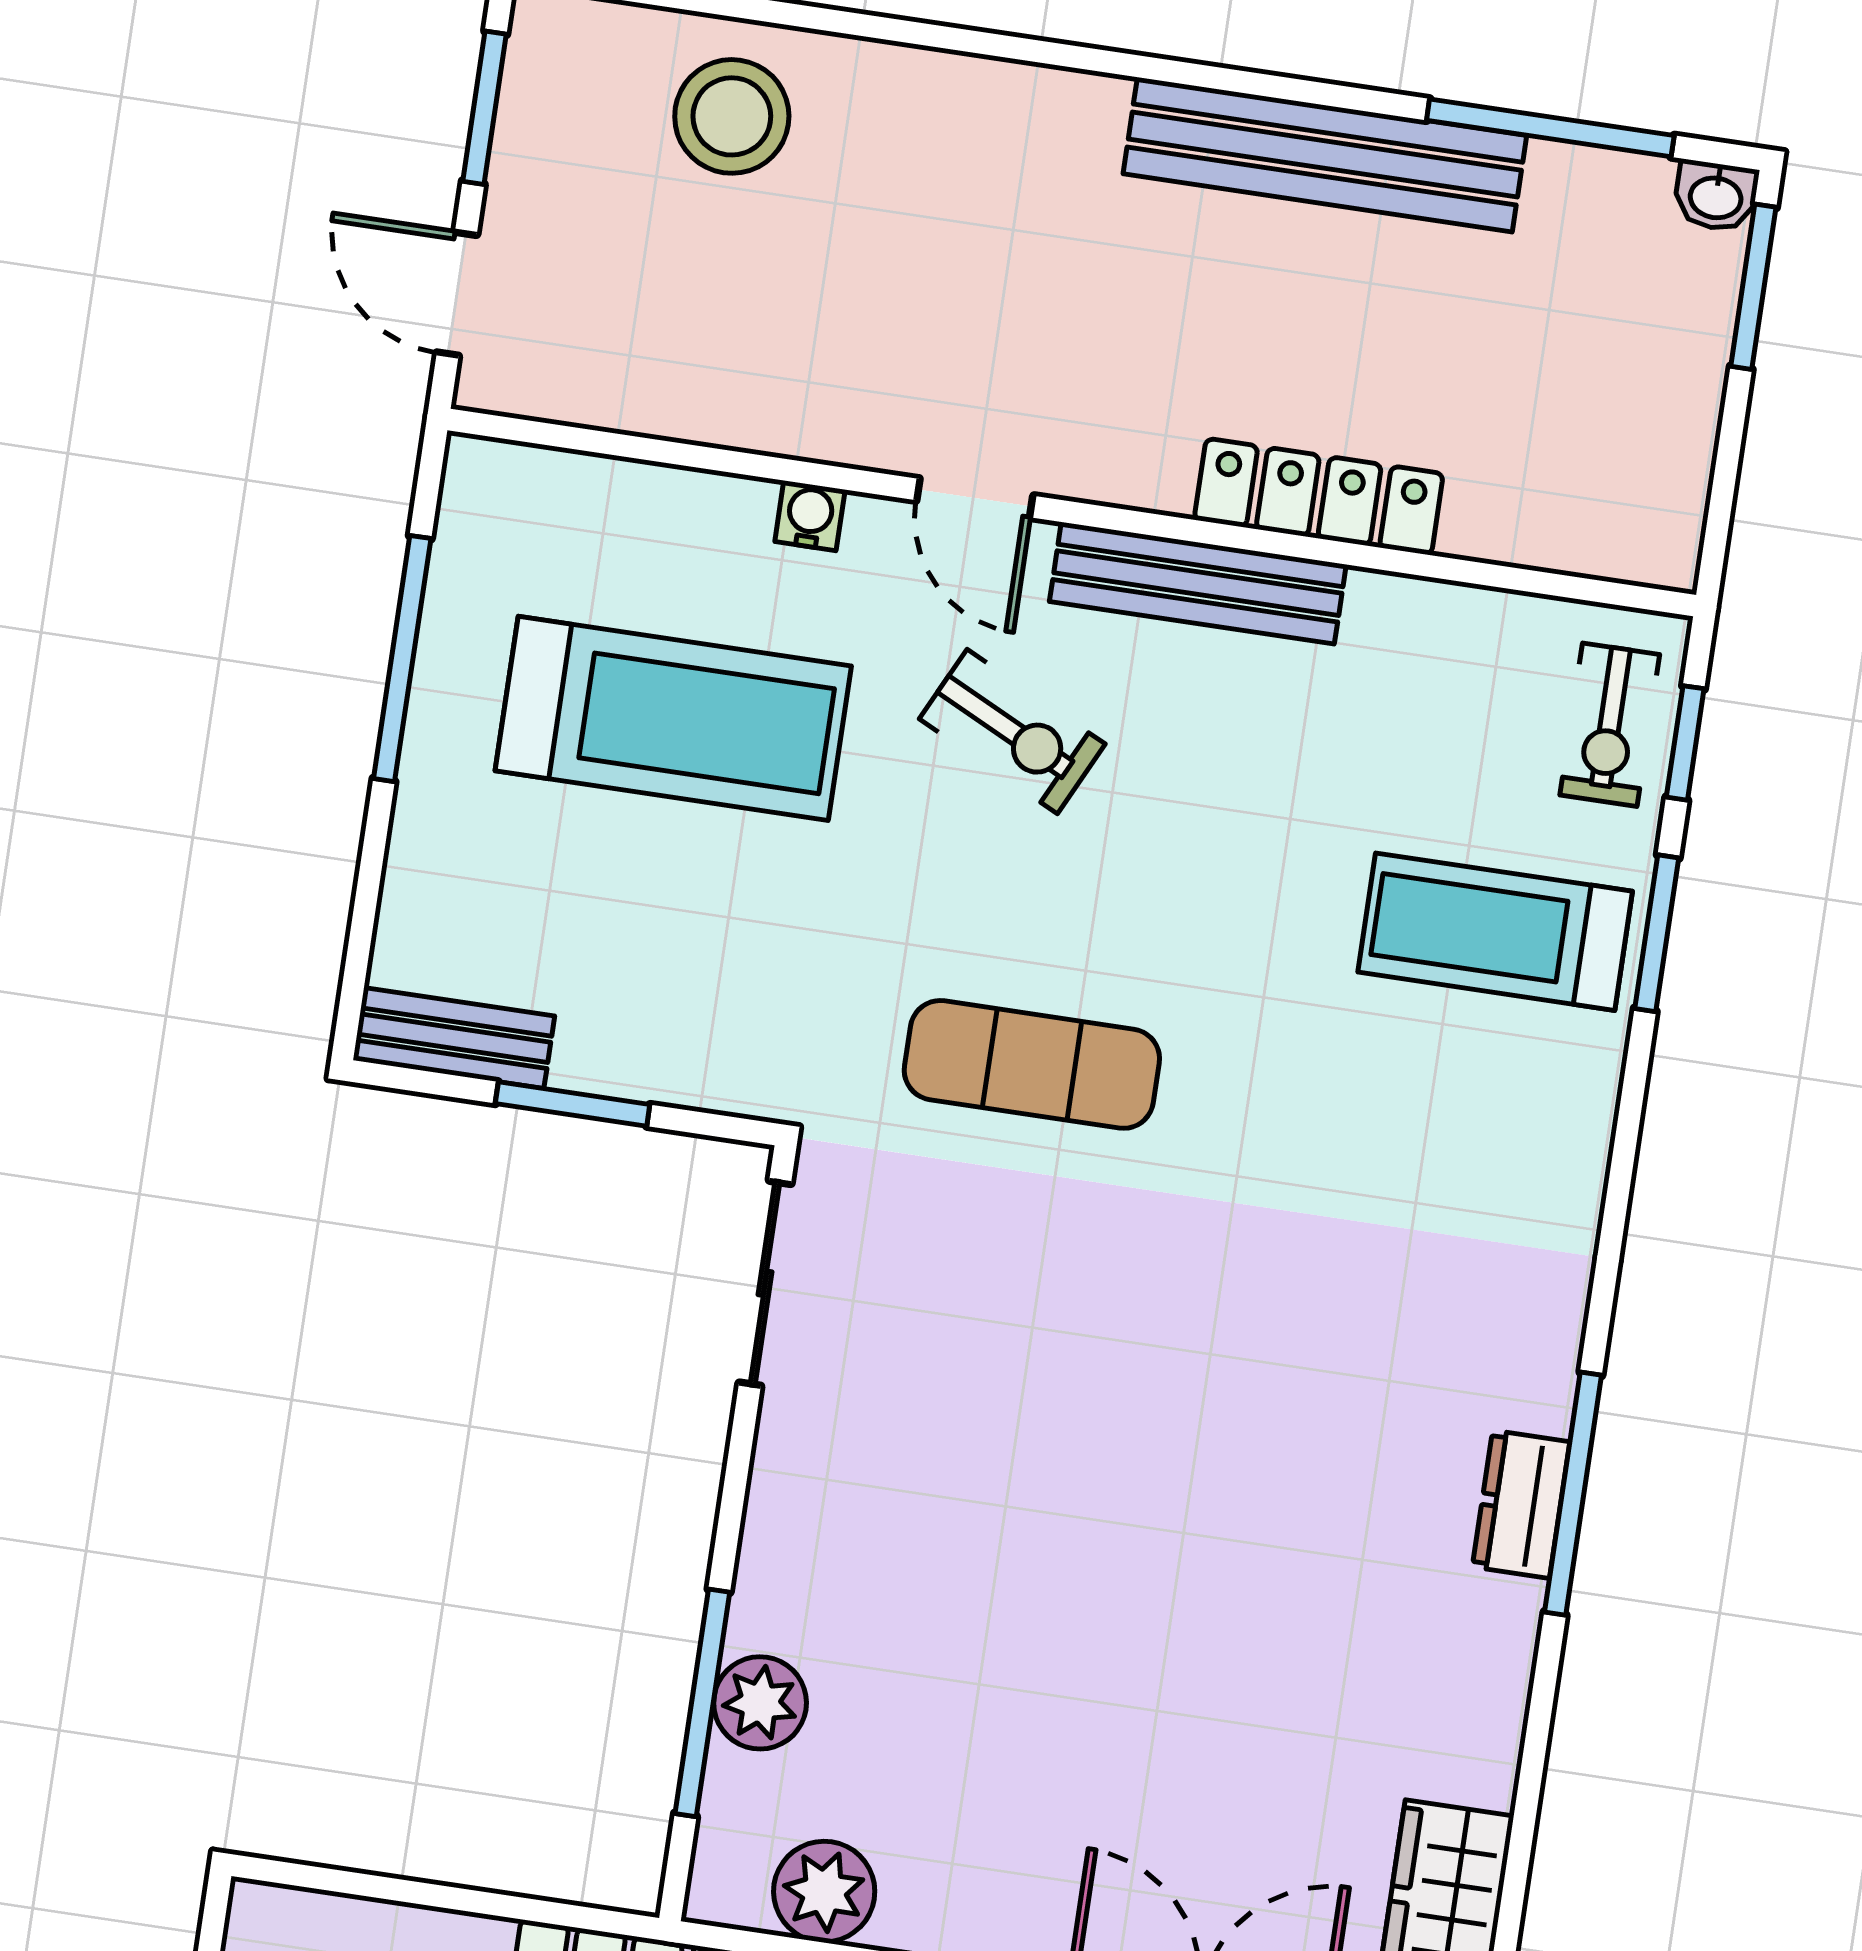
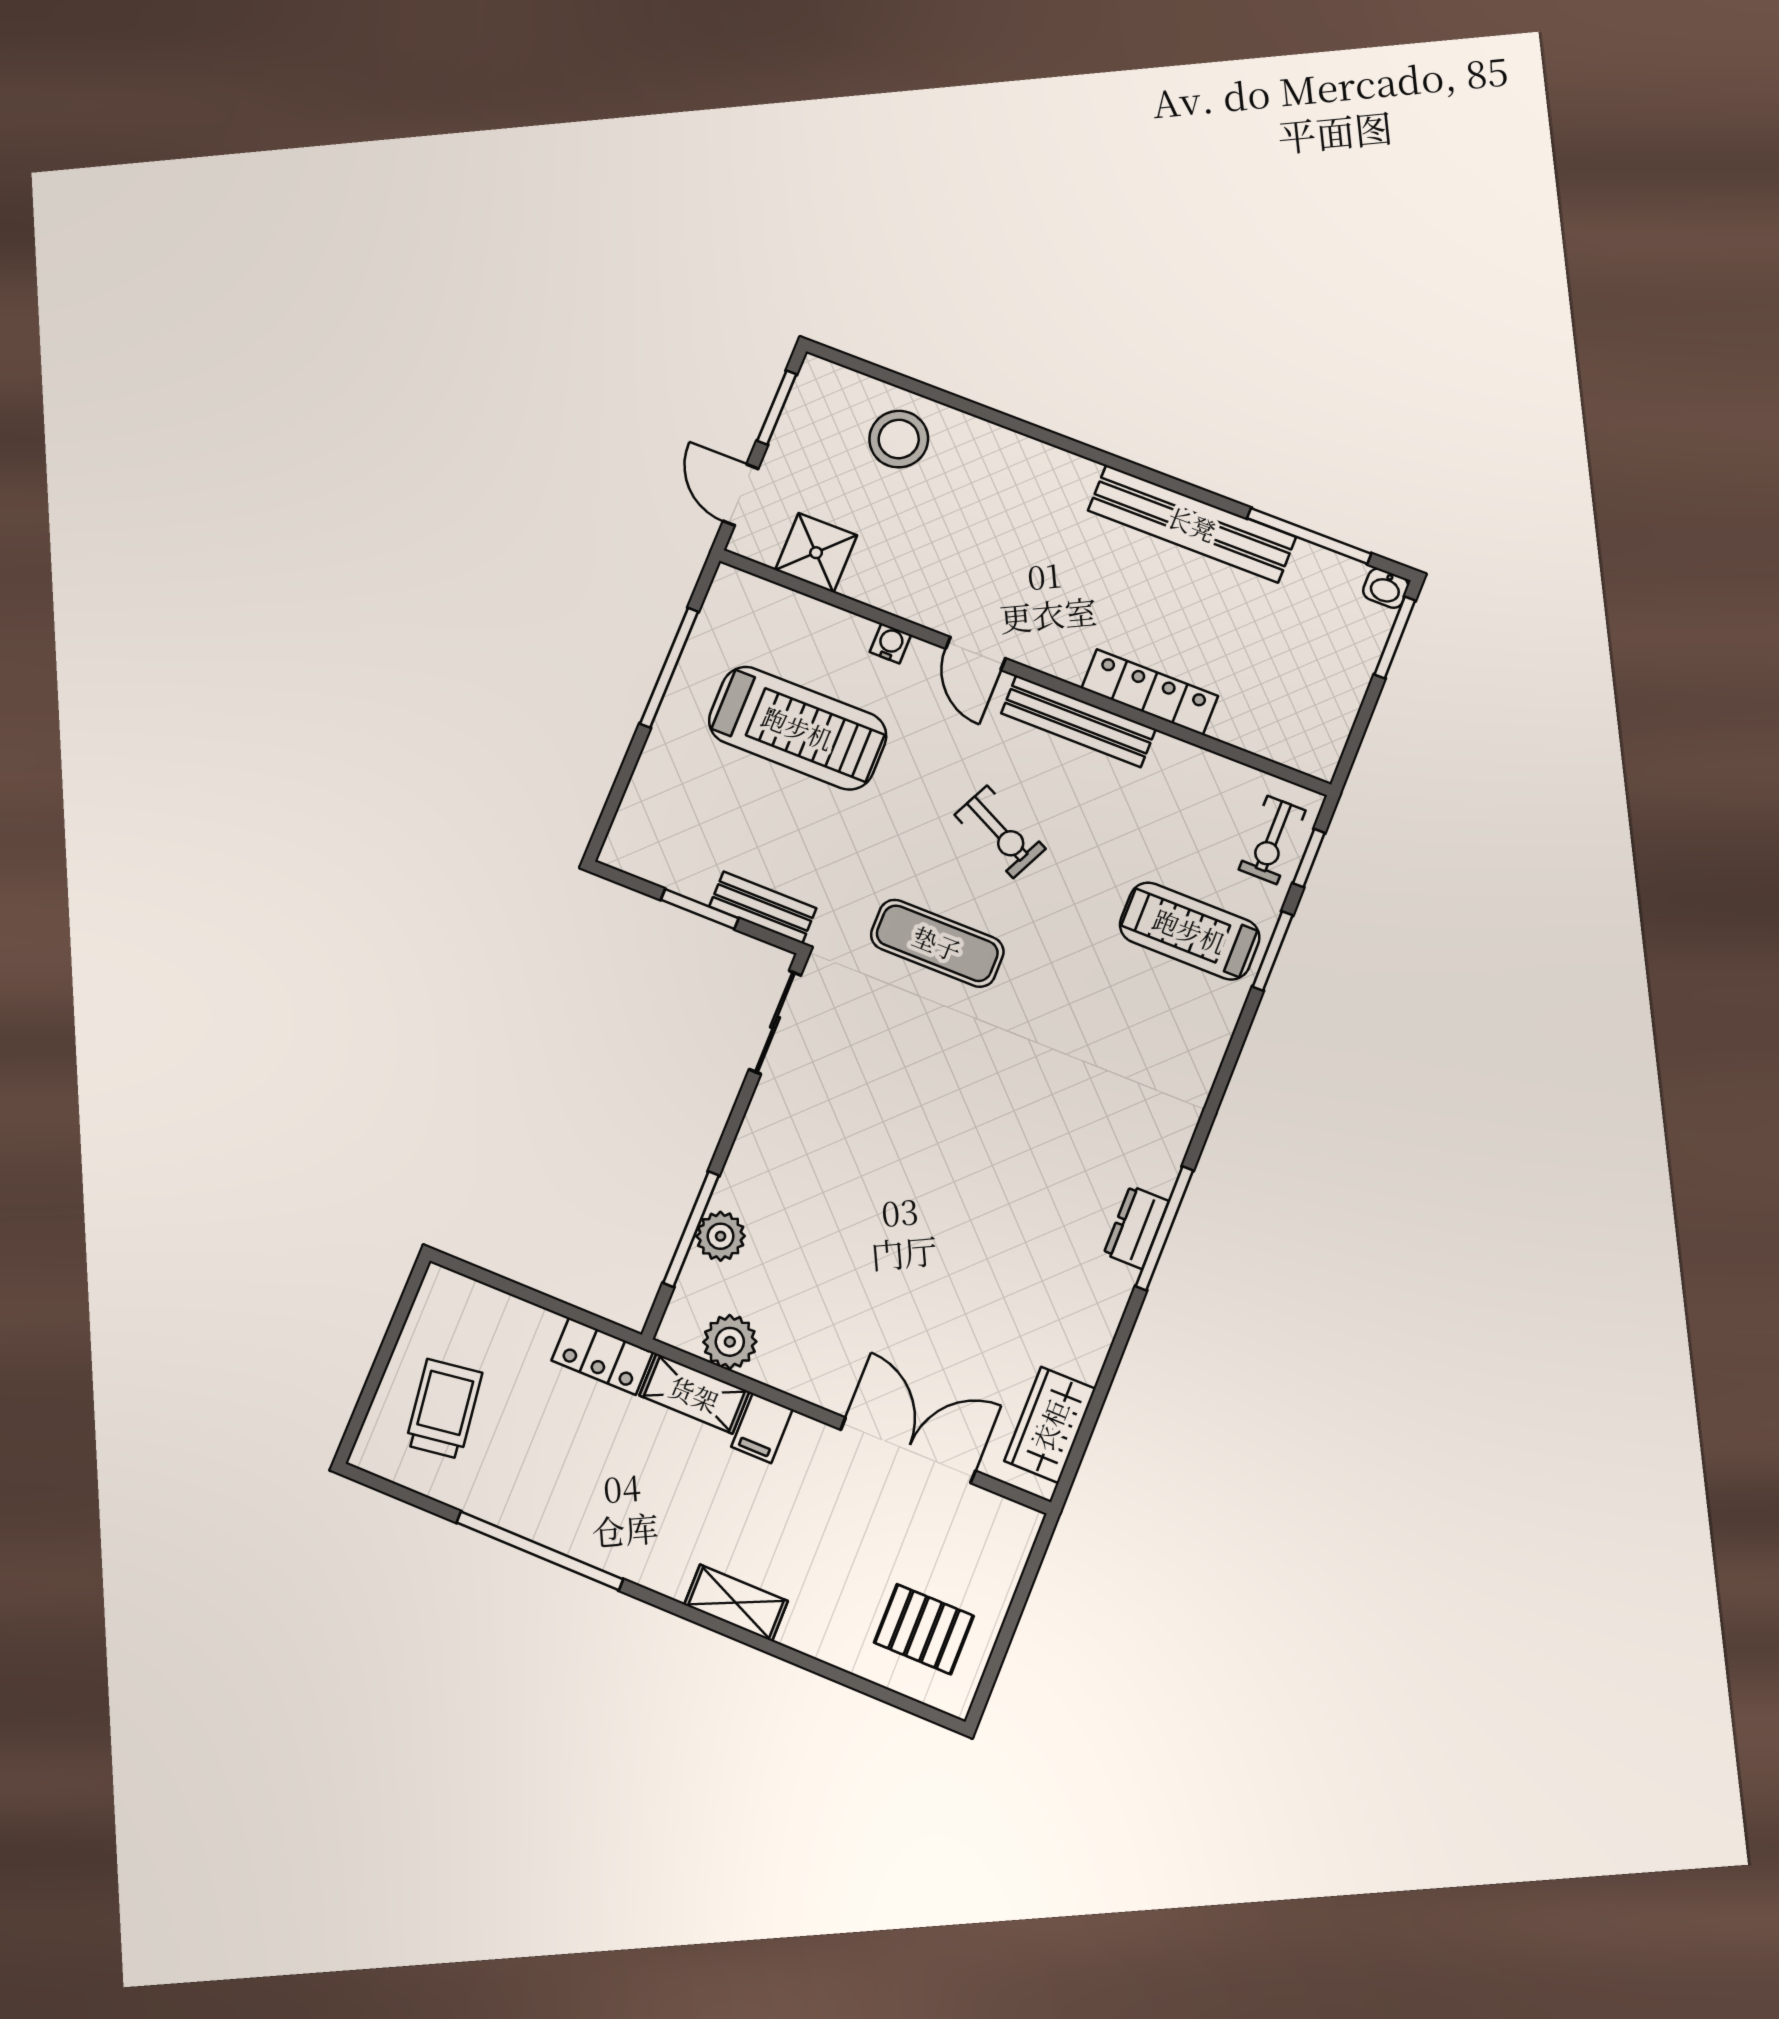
shower: (627, 373) -> (816, 553), added
exercise bike: (1012, 731) -> (1000, 832), moved
bench: (454, 1038) -> (763, 907), moved

